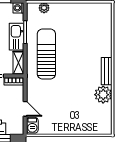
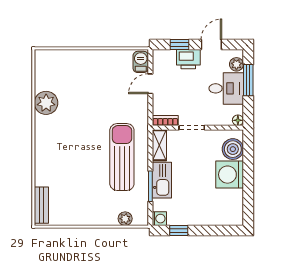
sun lounger: (46, 54) -> (122, 157), turned 180
bench: (107, 71) -> (41, 205), moved
door: (25, 109) -> (150, 84), hinge flipped

